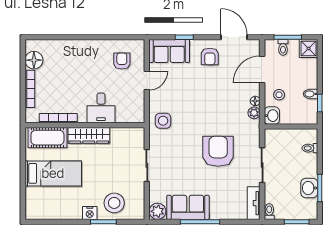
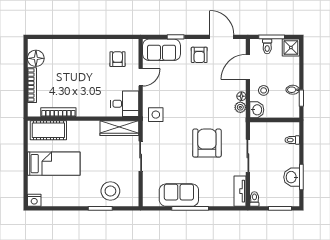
desk: (101, 108) -> (125, 104), moved, turned -90
wardrobe: (89, 135) -> (119, 128), moved
plant: (157, 211) -> (151, 199), removed
nightstand: (90, 213) -> (34, 200), moved

